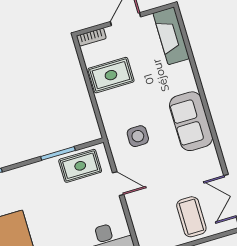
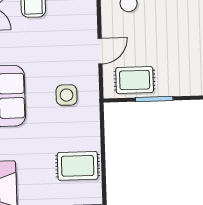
door: (118, 184) -> (100, 51), swing flipped

